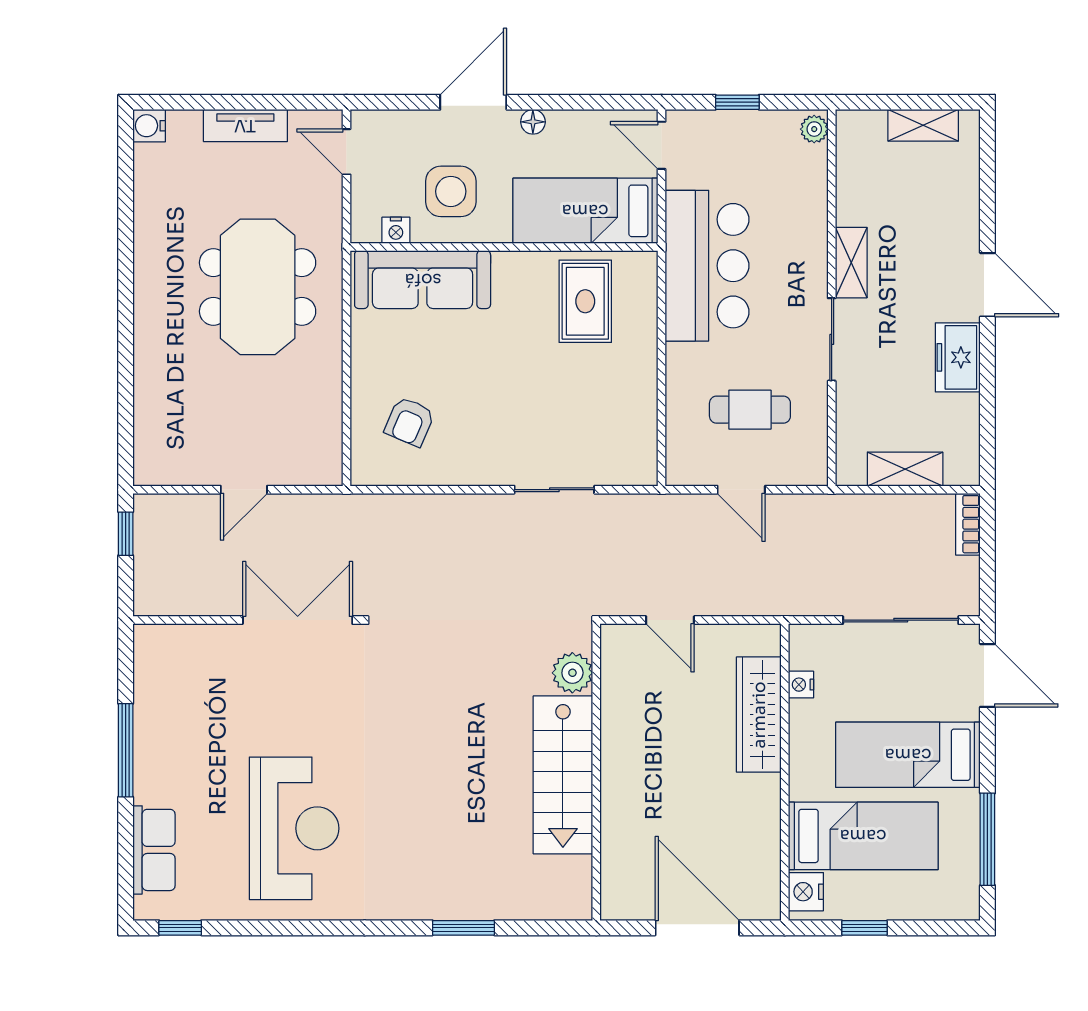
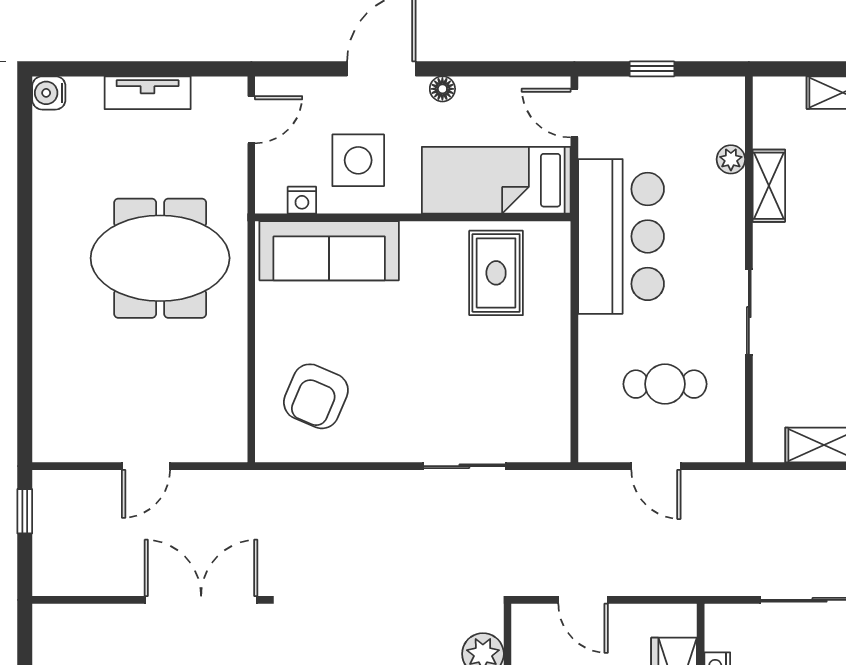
plant: (814, 129) -> (731, 159), moved
door: (347, 152) -> (251, 120), swing flipped
shelving: (851, 263) -> (769, 186), moved
meeting table: (258, 287) -> (160, 258), turned 90
armchair: (410, 422) -> (316, 396), width x1.38, depth x1.38

